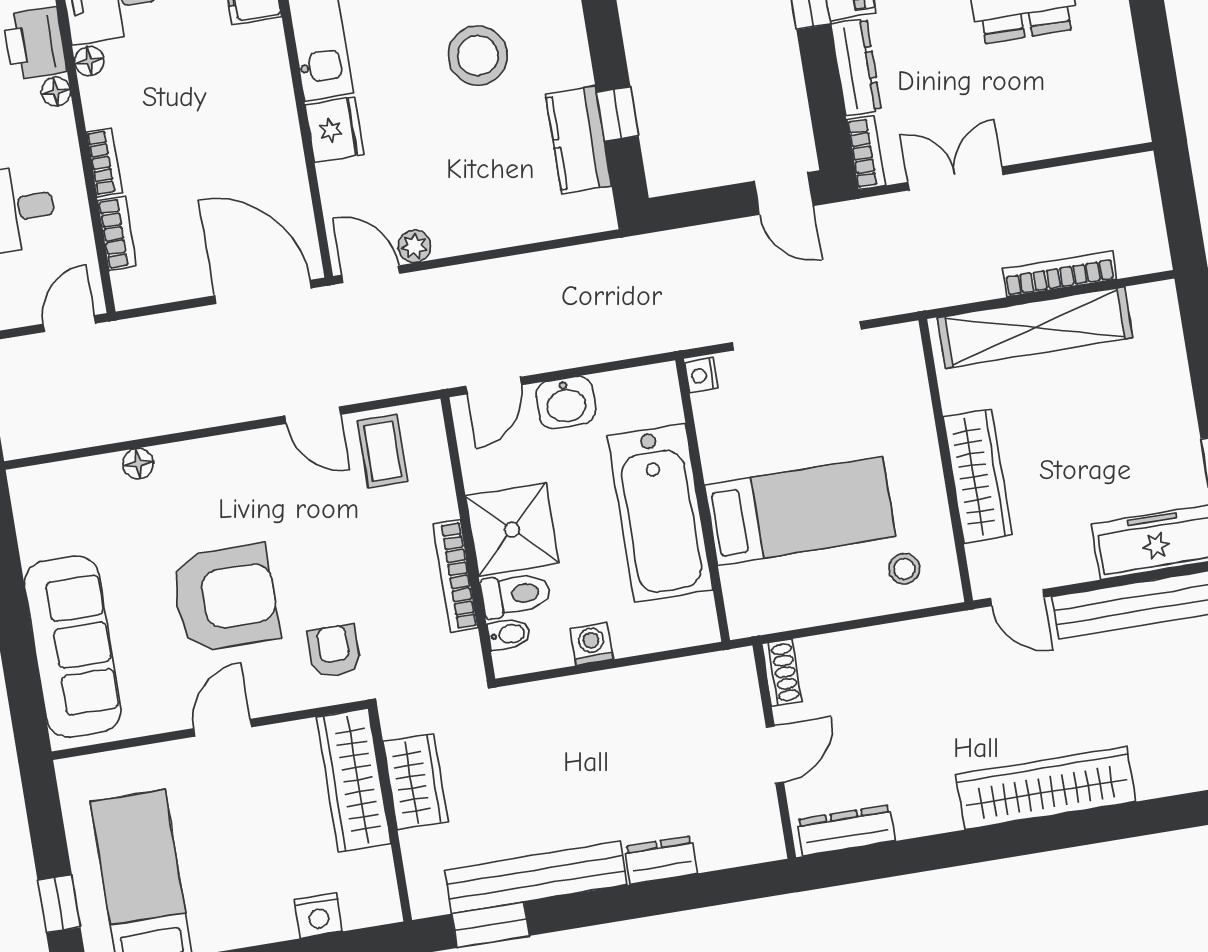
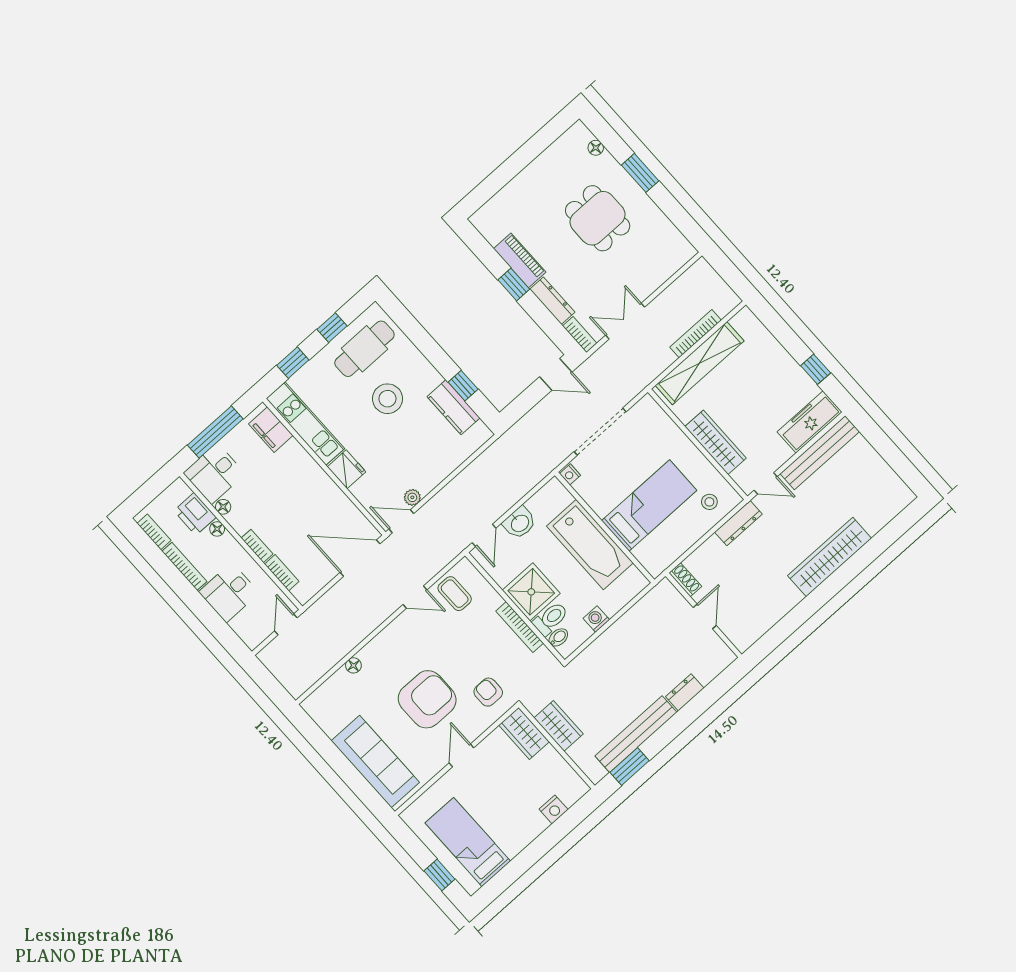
wardrobe: (354, 780) -> (524, 733), width x0.67
dresser: (846, 830) -> (738, 523), moved, turned 180

